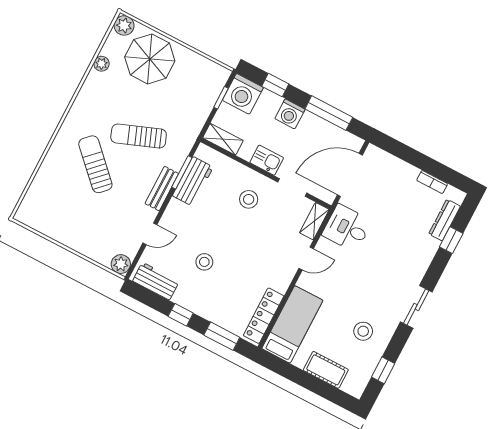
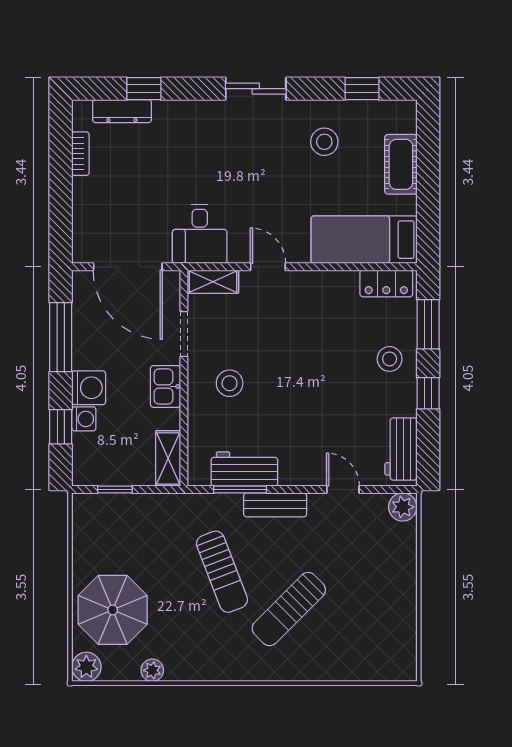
washing machine: (243, 94) -> (84, 419), moved, width x0.53, depth x0.53
stool: (204, 262) -> (390, 359), moved
locker: (264, 316) -> (386, 283), width x0.66

